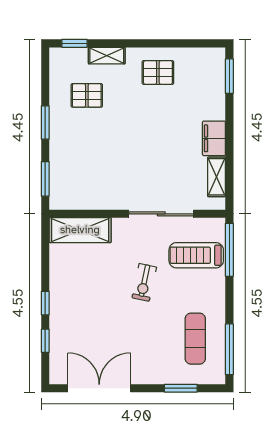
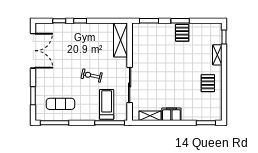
pallet: (87, 95) -> (182, 33), moved

